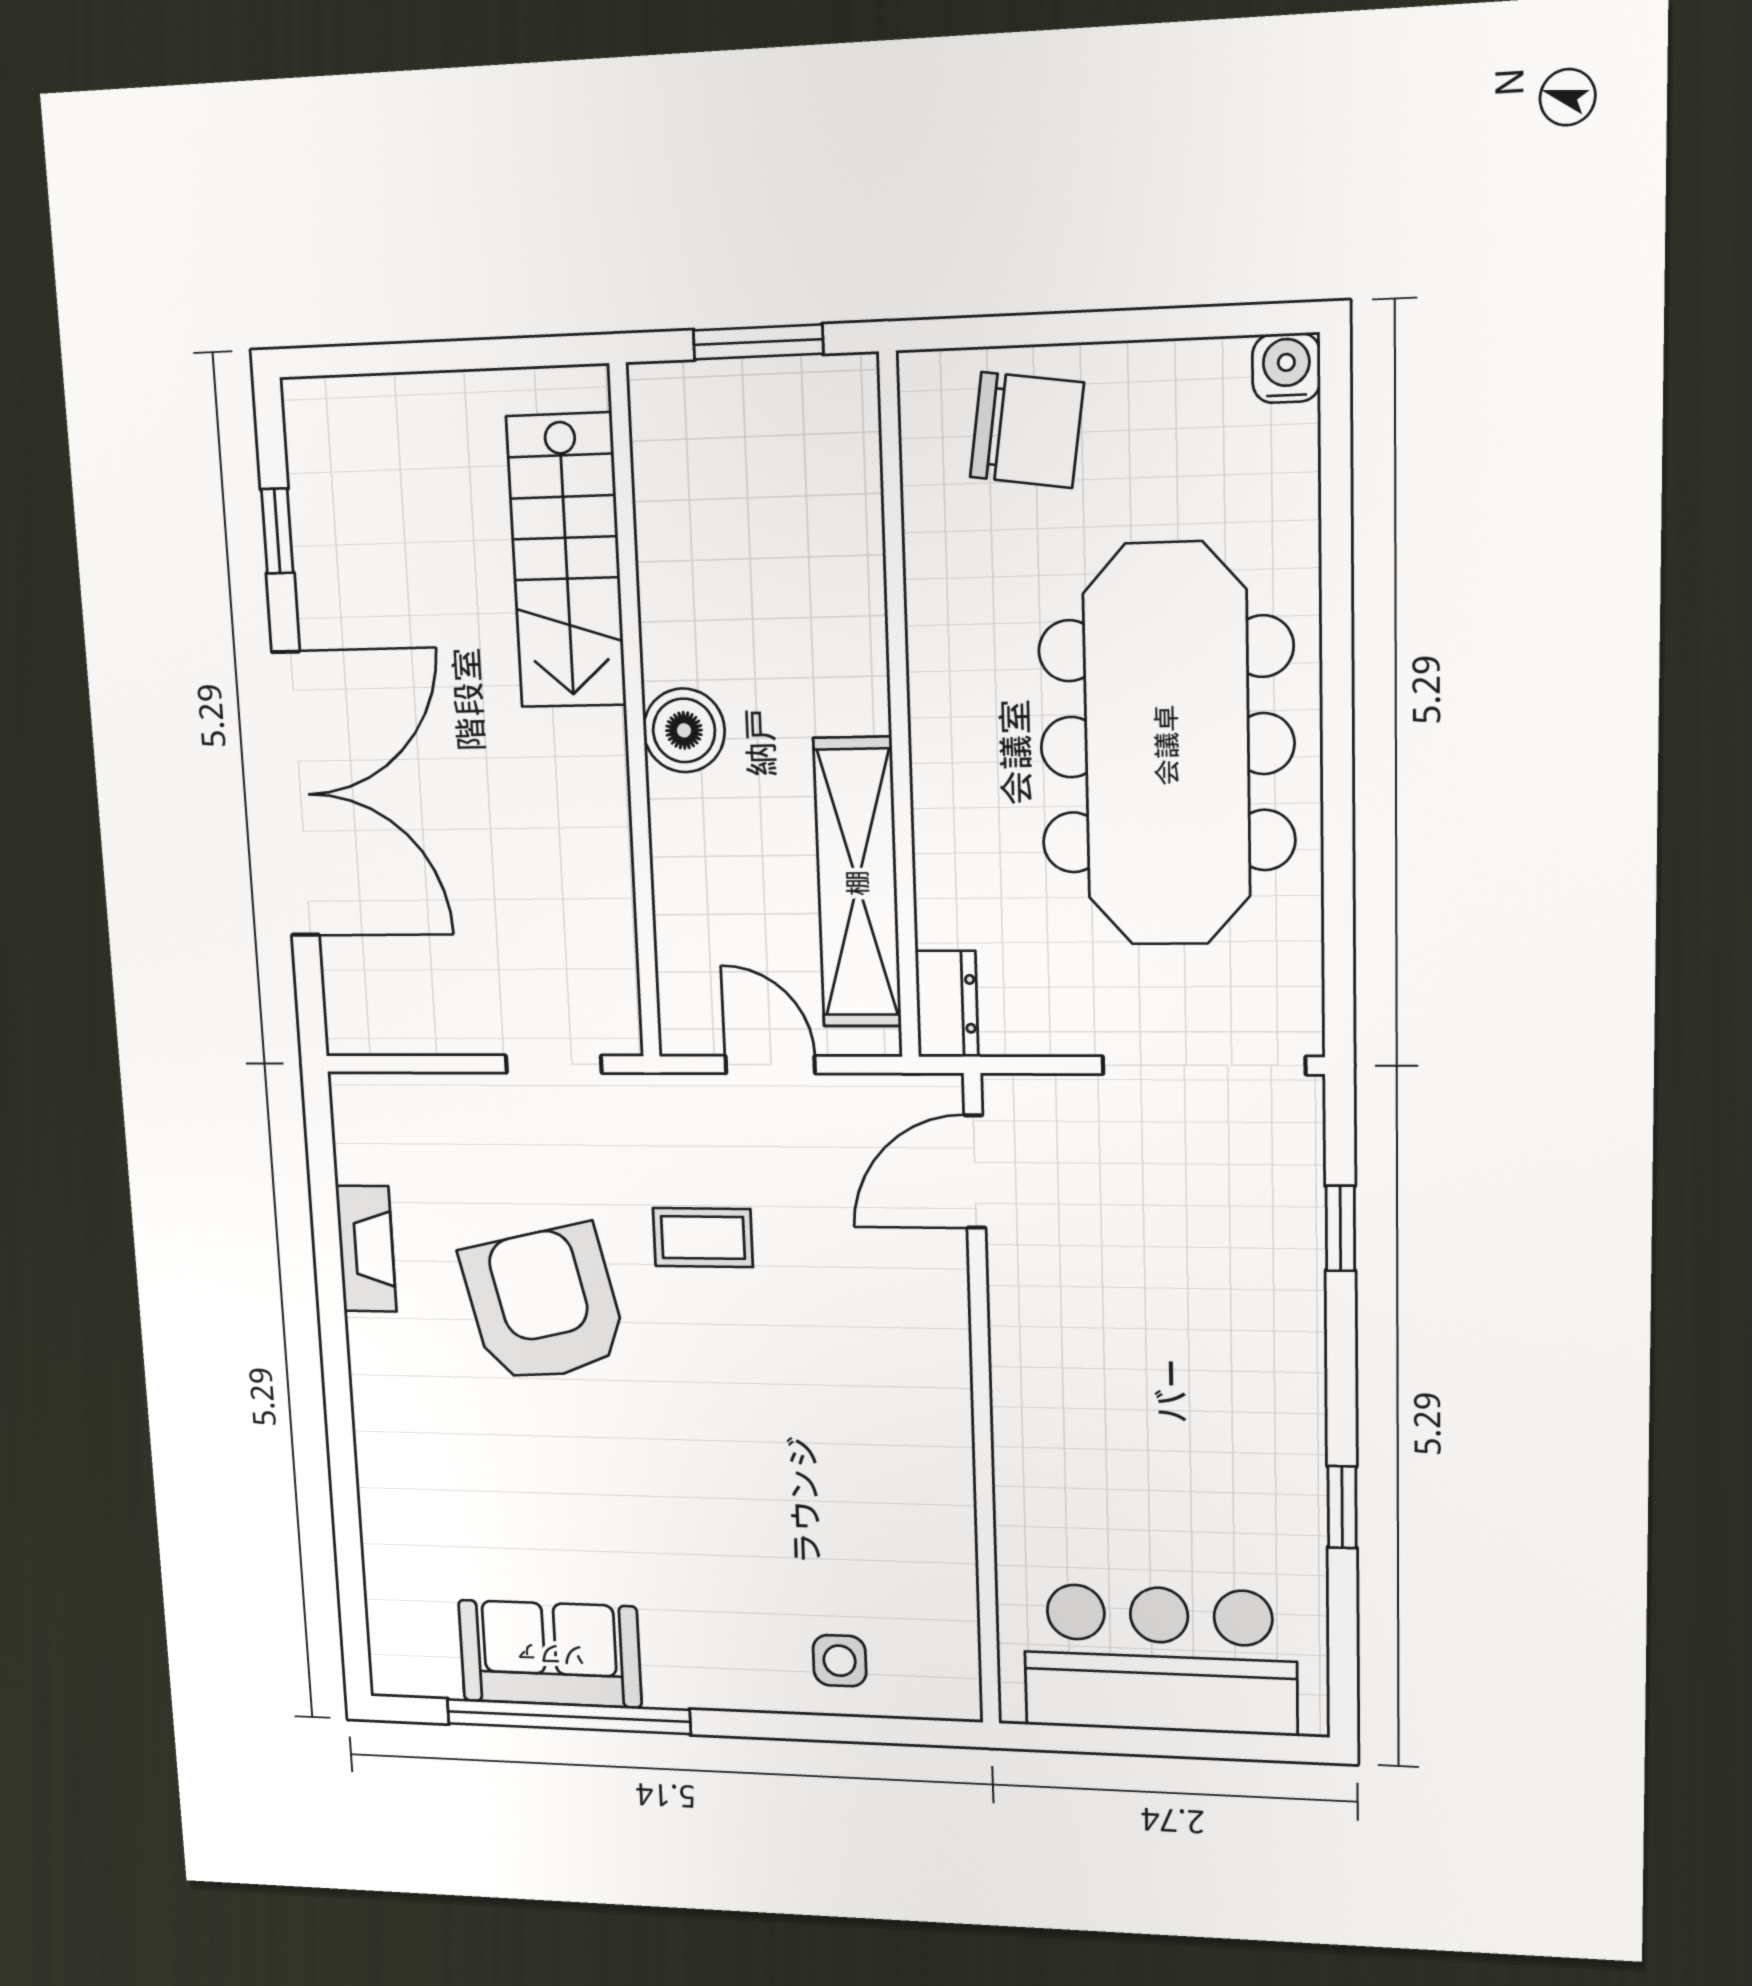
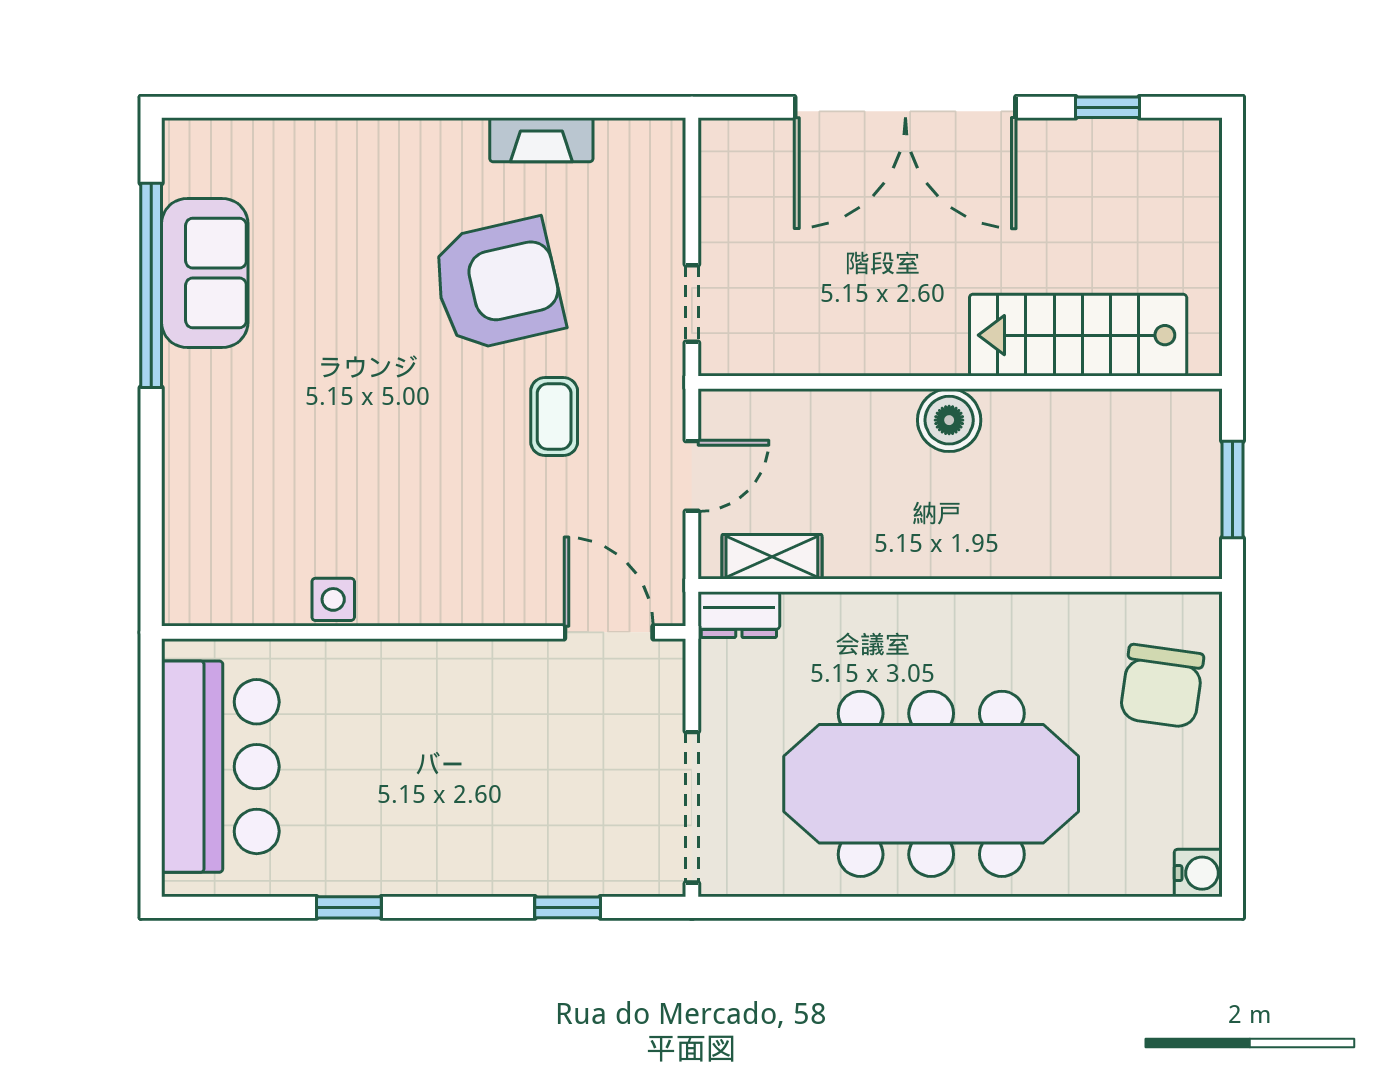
shelving: (858, 883) -> (772, 557), width x0.45, depth x0.75
side table: (840, 1661) -> (333, 599), moved

